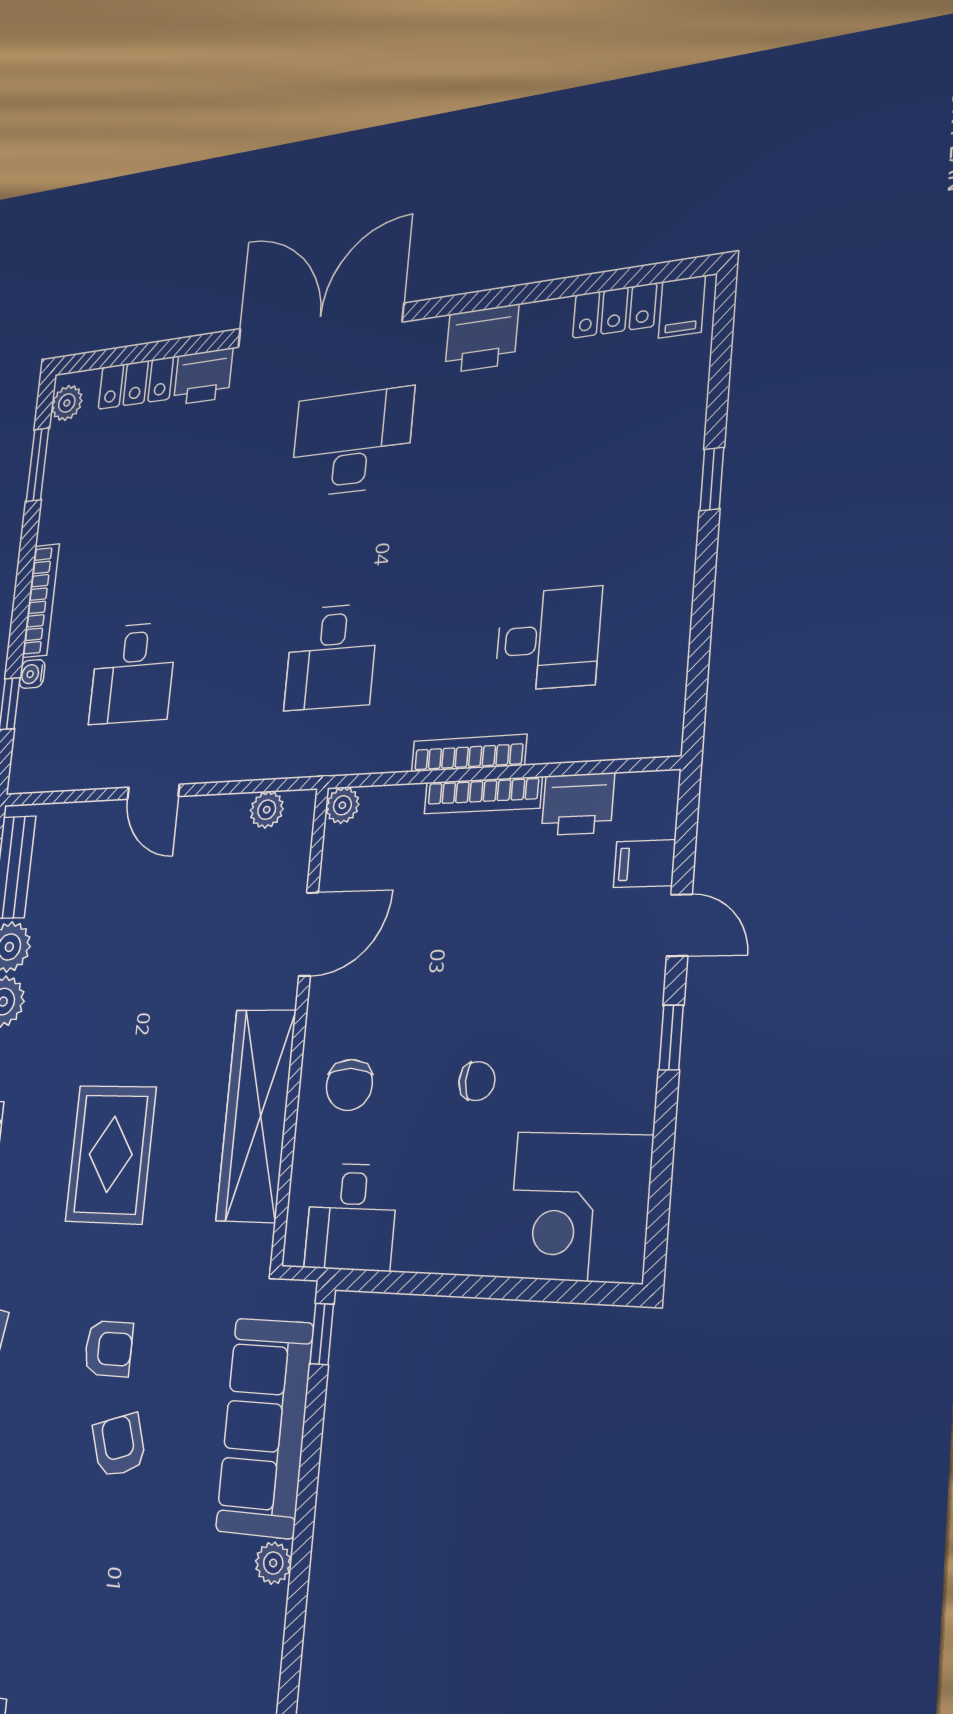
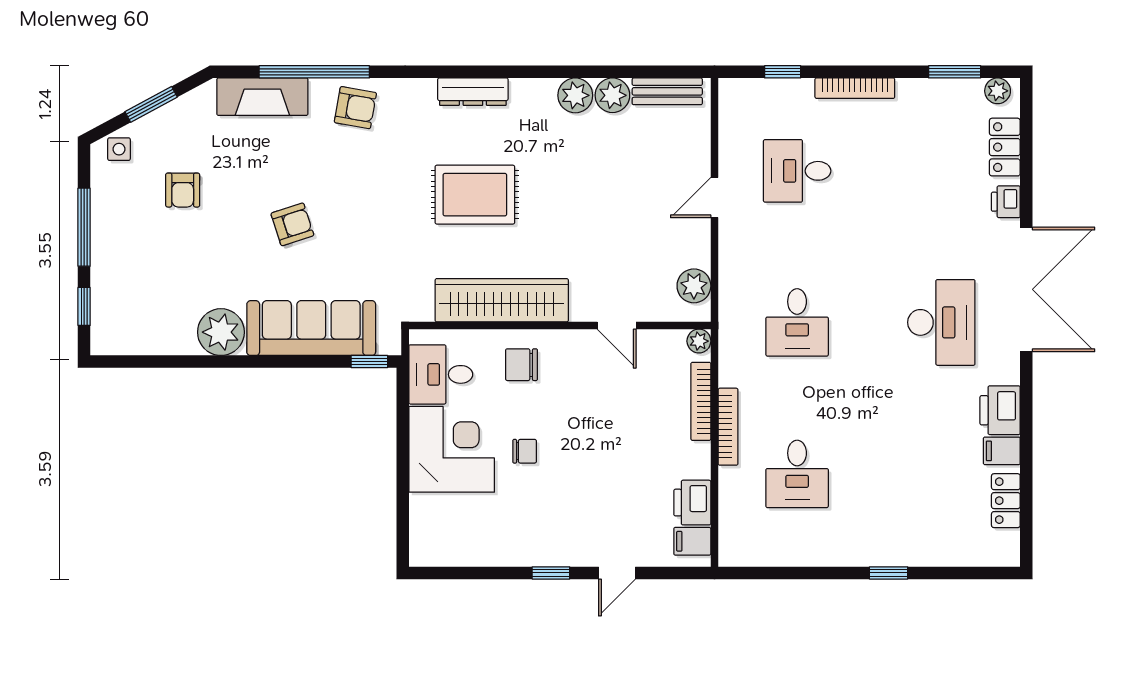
filing cabinet: (682, 307) -> (1002, 451), moved
printer: (203, 377) -> (1006, 202), width x0.73, depth x0.81
desk: (331, 657) -> (797, 322), turned -90
water cooler: (32, 674) -> (803, 88), removed
bookcase: (483, 795) -> (701, 401), moved
plant: (267, 810) -> (694, 286), width x1.38, depth x1.38
filing cabinet: (644, 864) -> (692, 541), moved, turned -90
door: (308, 934) -> (617, 325), width x0.73
chair: (477, 1081) -> (525, 451), turned -90
corner desk: (580, 1207) -> (452, 449), moved, turned 90
armchair: (108, 1349) -> (183, 190), moved
plant: (273, 1563) -> (221, 332), width x1.87, depth x1.87

